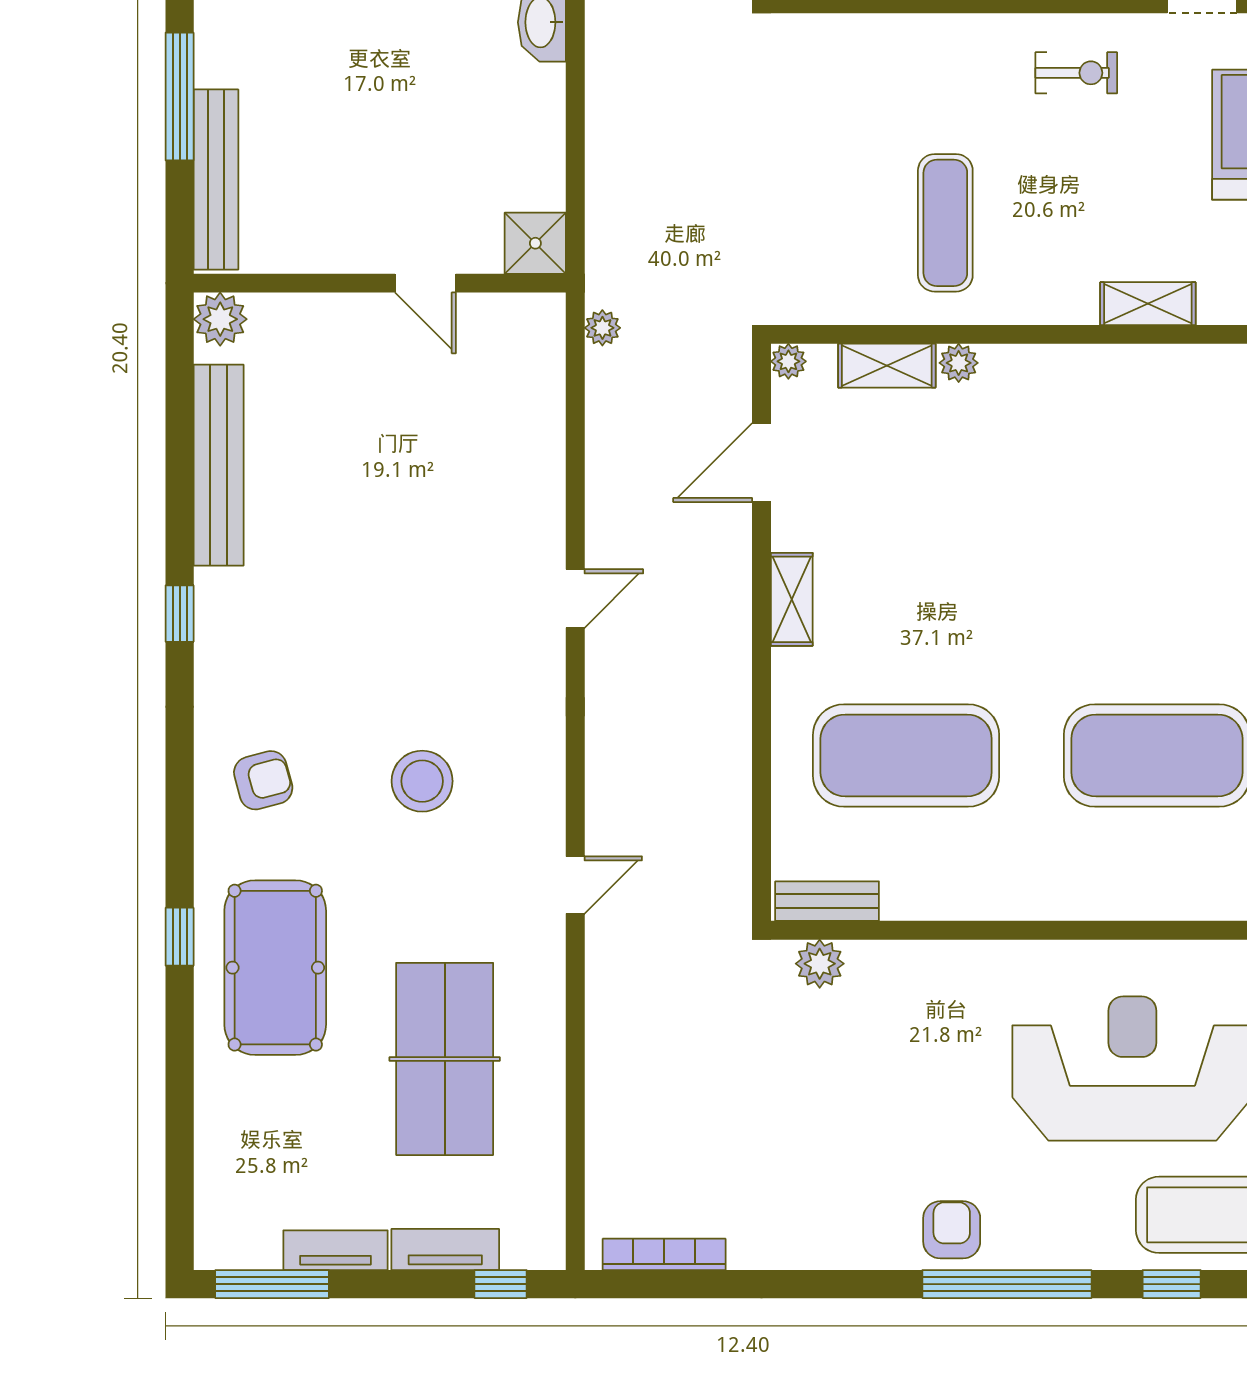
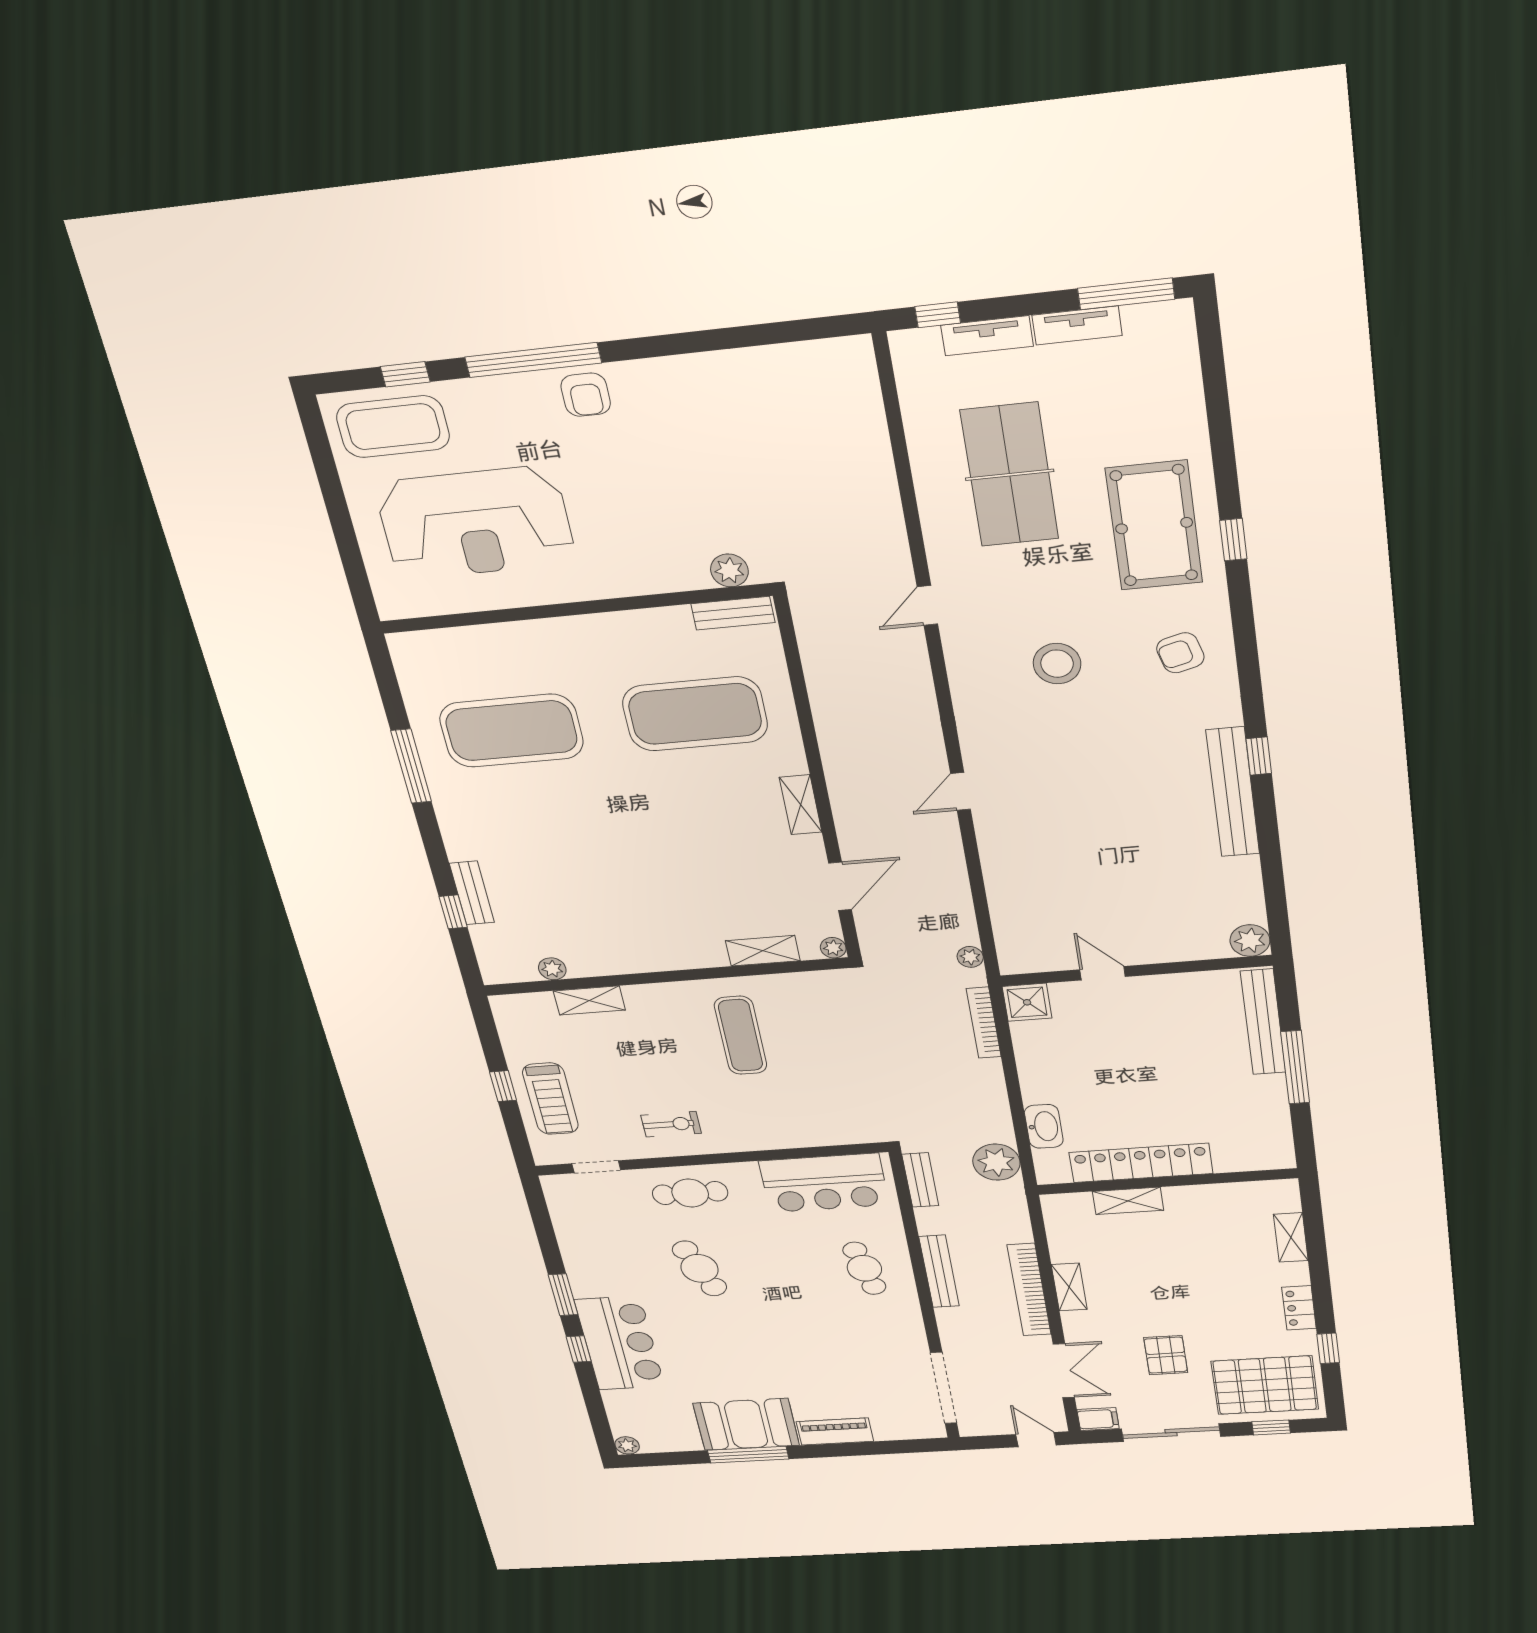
exercise bike: (1076, 73) -> (671, 1124), turned 180
plant: (959, 363) -> (552, 969), moved
bench: (219, 465) -> (1233, 792), moved
bookcase: (664, 1254) -> (984, 1023), moved, turned 90

